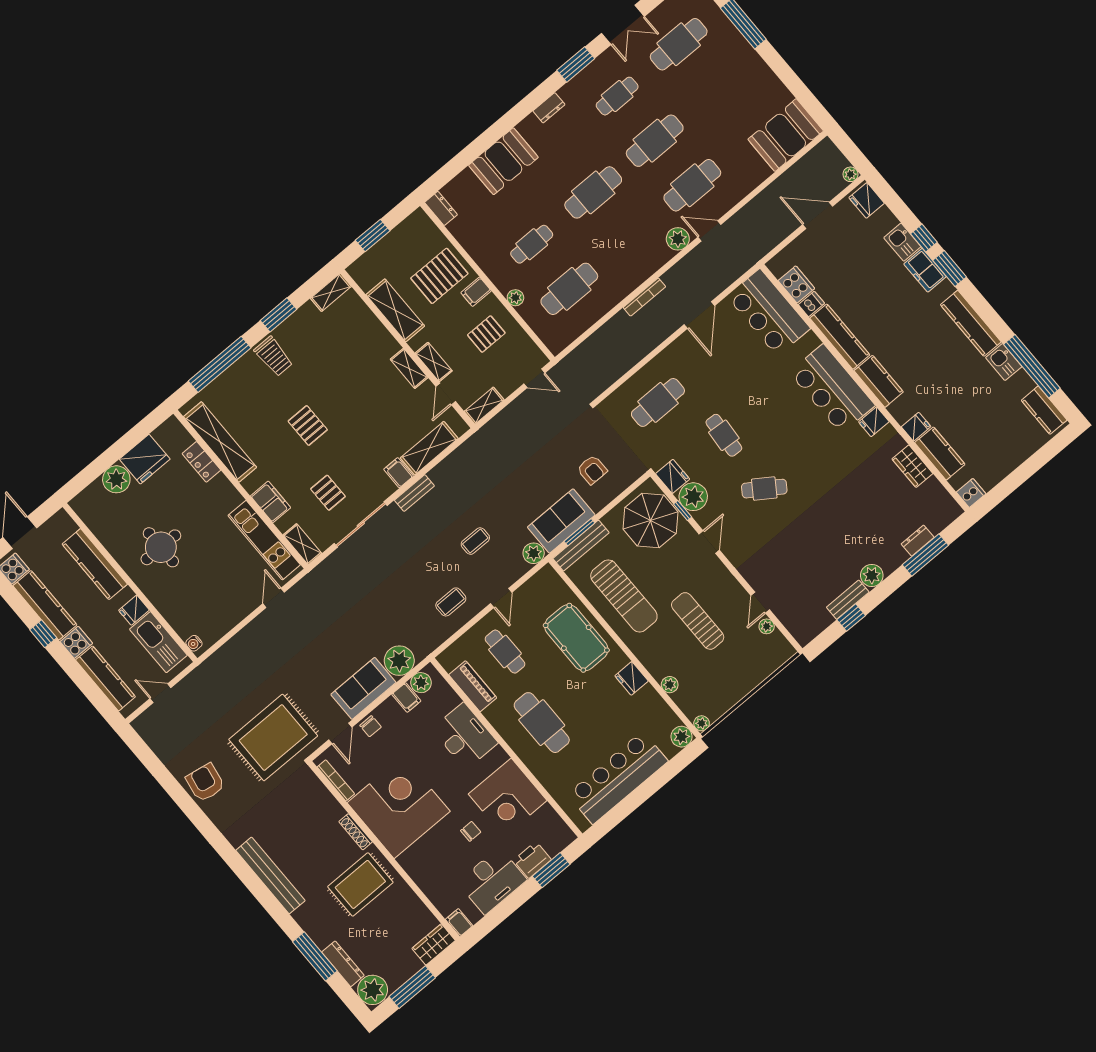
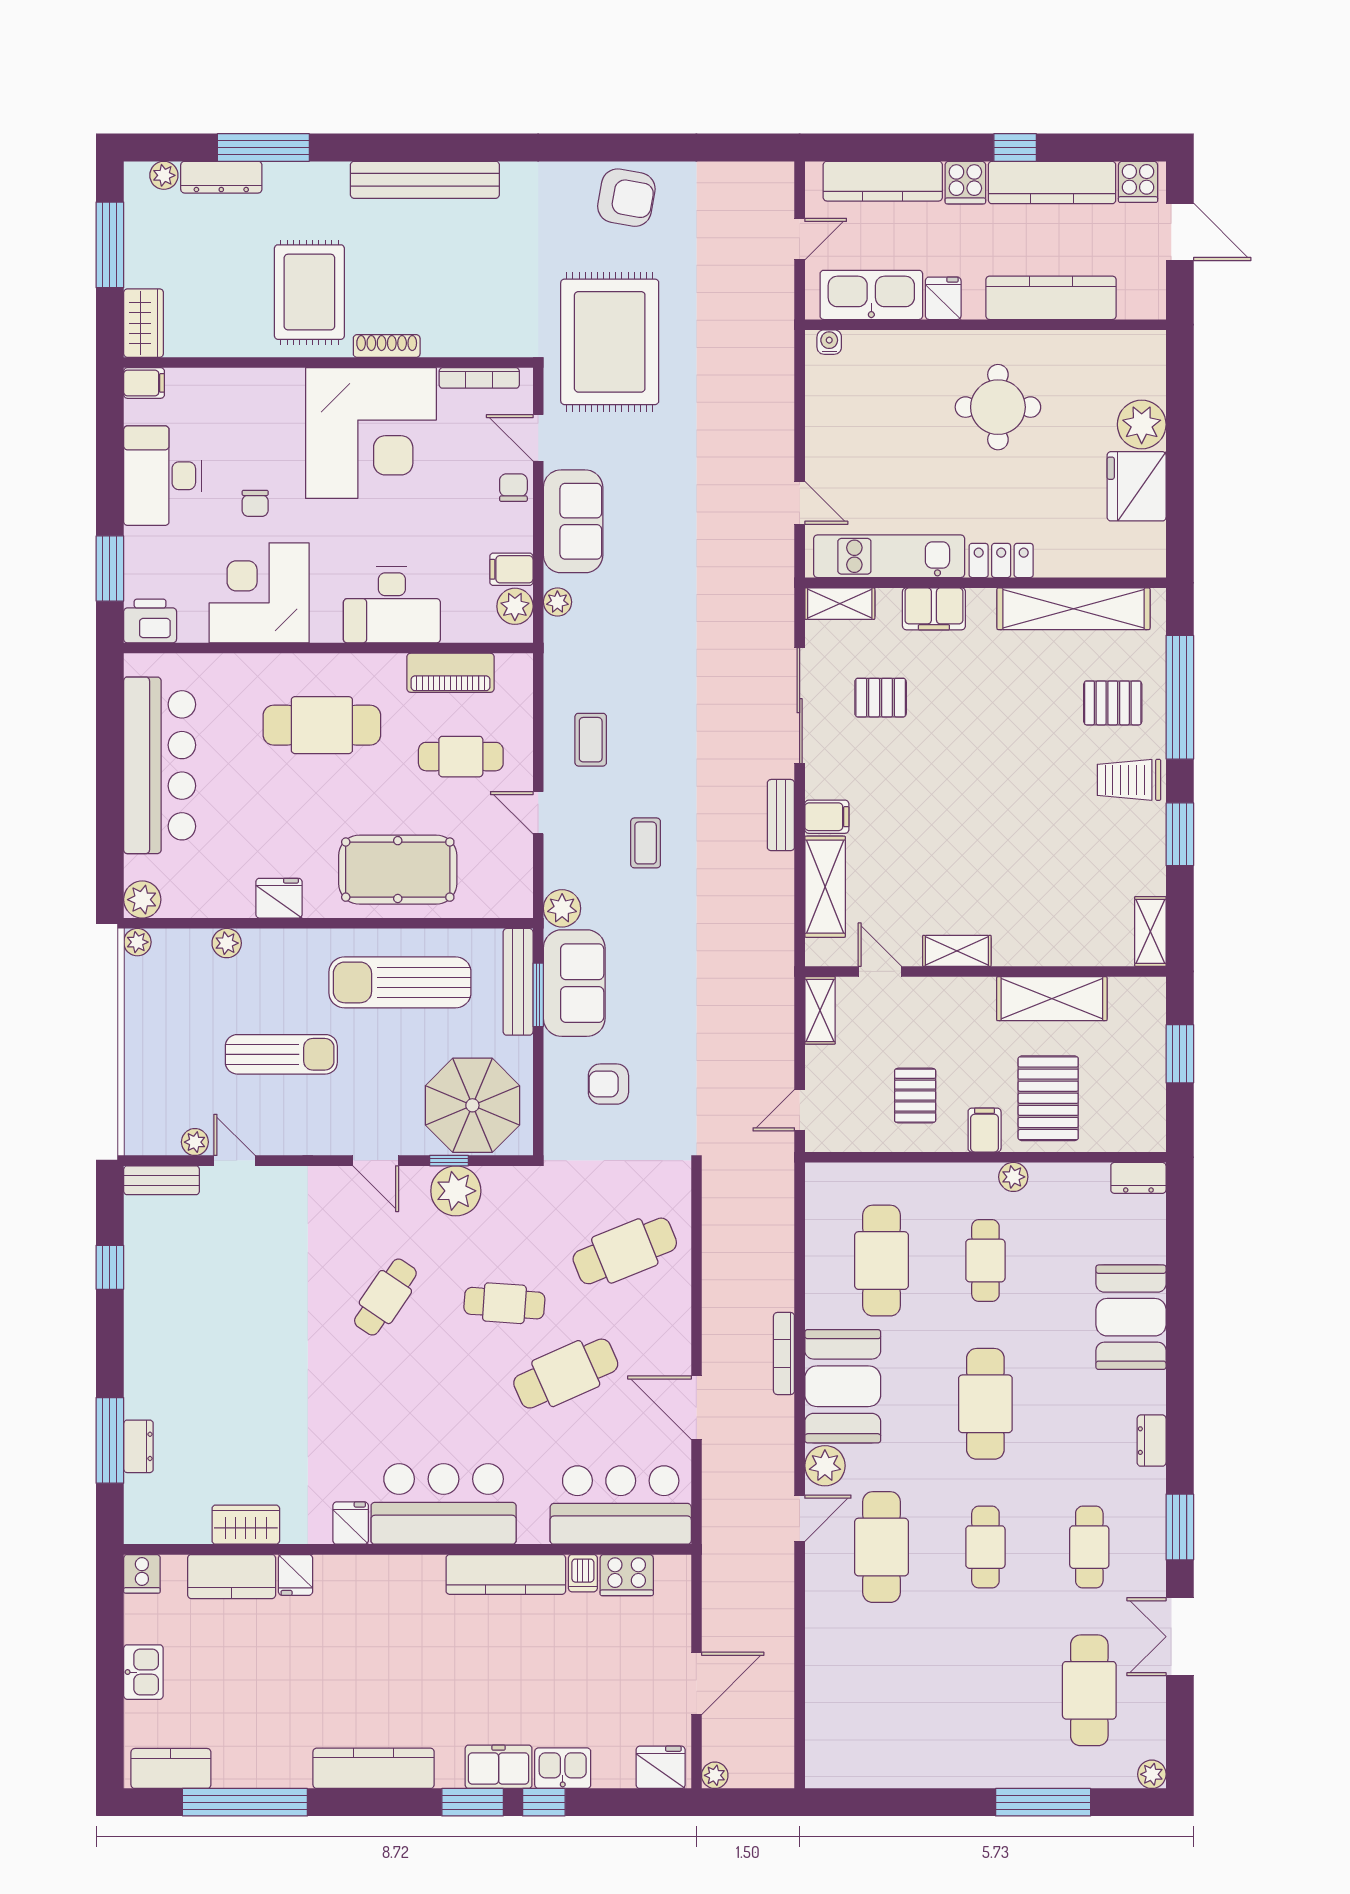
booth: (786, 135) -> (843, 1386), moved
cafe table: (655, 141) -> (985, 1547), width x0.73, depth x0.74
plant: (515, 298) -> (1013, 1177), moved
shelving: (434, 362) -> (937, 992), removed
kitchen sink: (1004, 362) -> (143, 1672), moved, turned 90
kitchen counter: (879, 381) -> (400, 1576), removed
cafe table: (732, 384) -> (566, 1374), added
cafe table: (658, 402) -> (625, 1251), turned 68
pallet: (308, 425) -> (1113, 703), moved
locker: (201, 462) -> (1001, 560), moved
fridge: (673, 476) -> (507, 1186), removed
plant: (872, 575) -> (144, 1344), removed
bench: (848, 600) -> (162, 1180), moved, turned 90
plant: (399, 661) -> (557, 602), width x0.53, depth x0.53
chair: (371, 726) -> (513, 488), turned 90
printer: (532, 860) -> (150, 621), moved, turned -90
plant: (373, 990) -> (164, 175), width x0.53, depth x0.53

